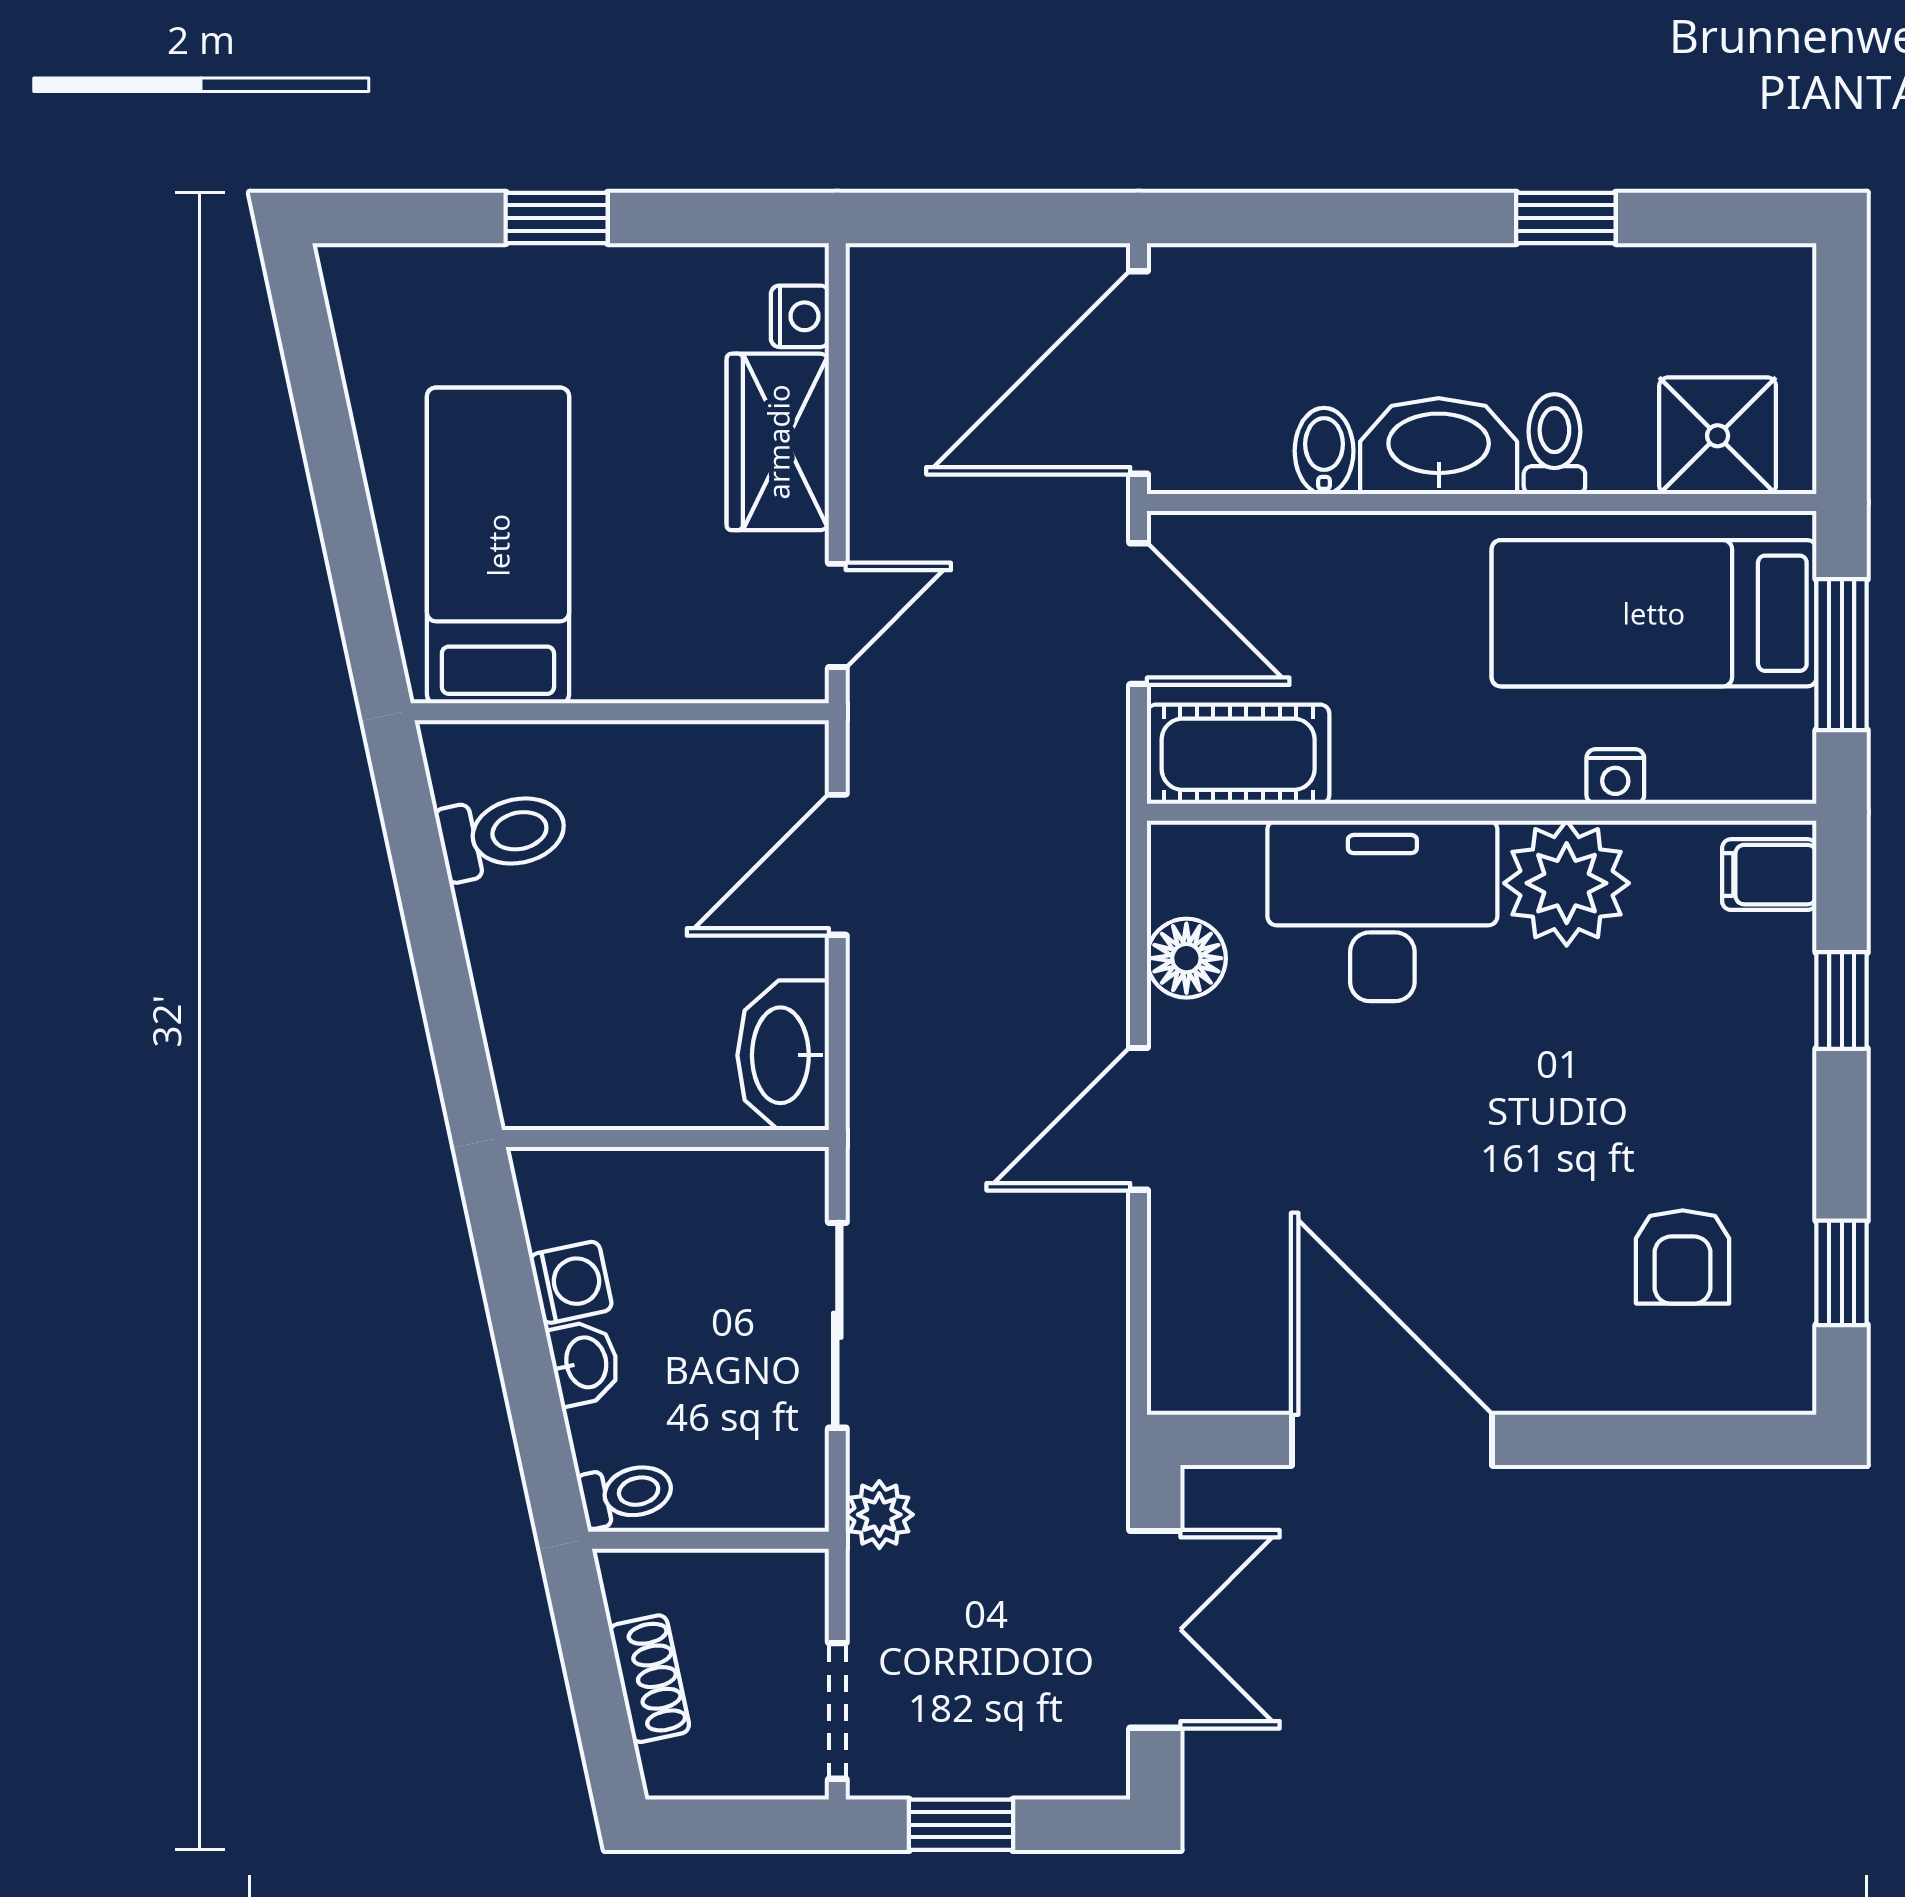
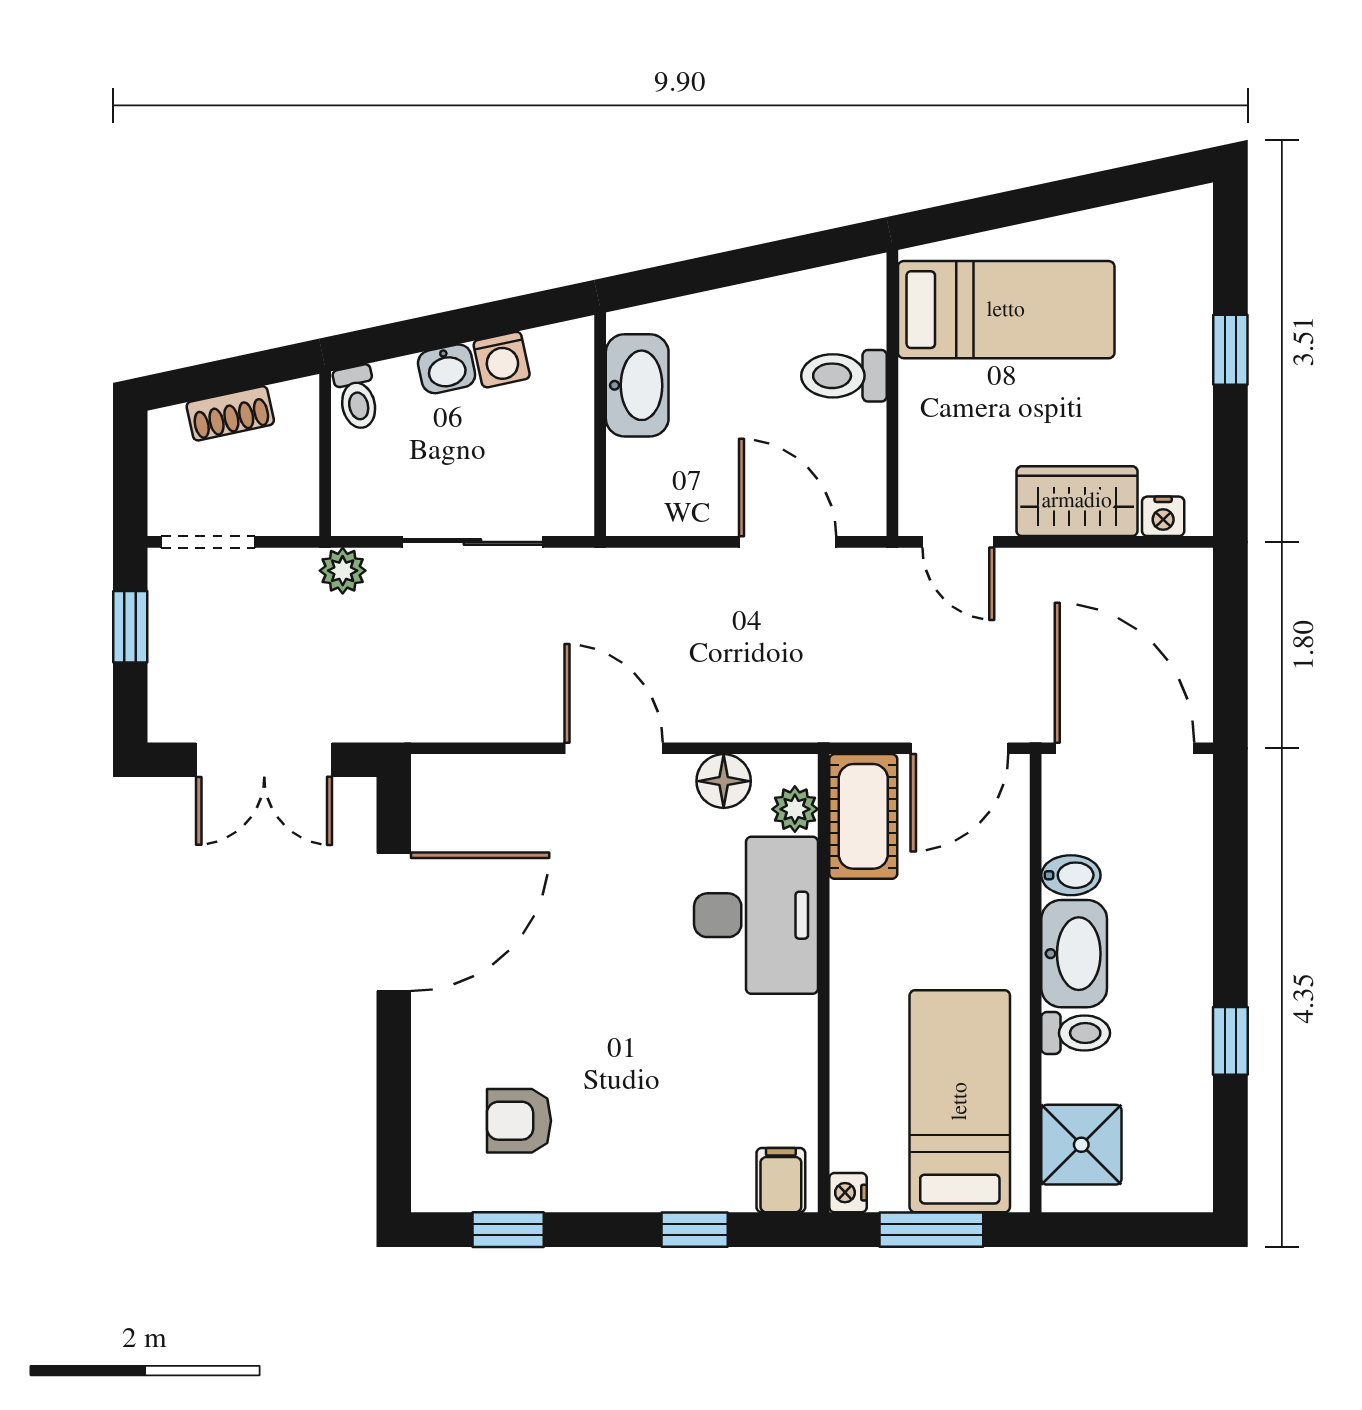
nightstand: (1615, 777) -> (848, 1193), moved
toilet: (502, 834) -> (844, 376), moved, turned 102
plant: (1567, 883) -> (795, 809), moved, width x0.53, depth x0.53
washbasin: (783, 1055) -> (637, 385), moved, turned 90

